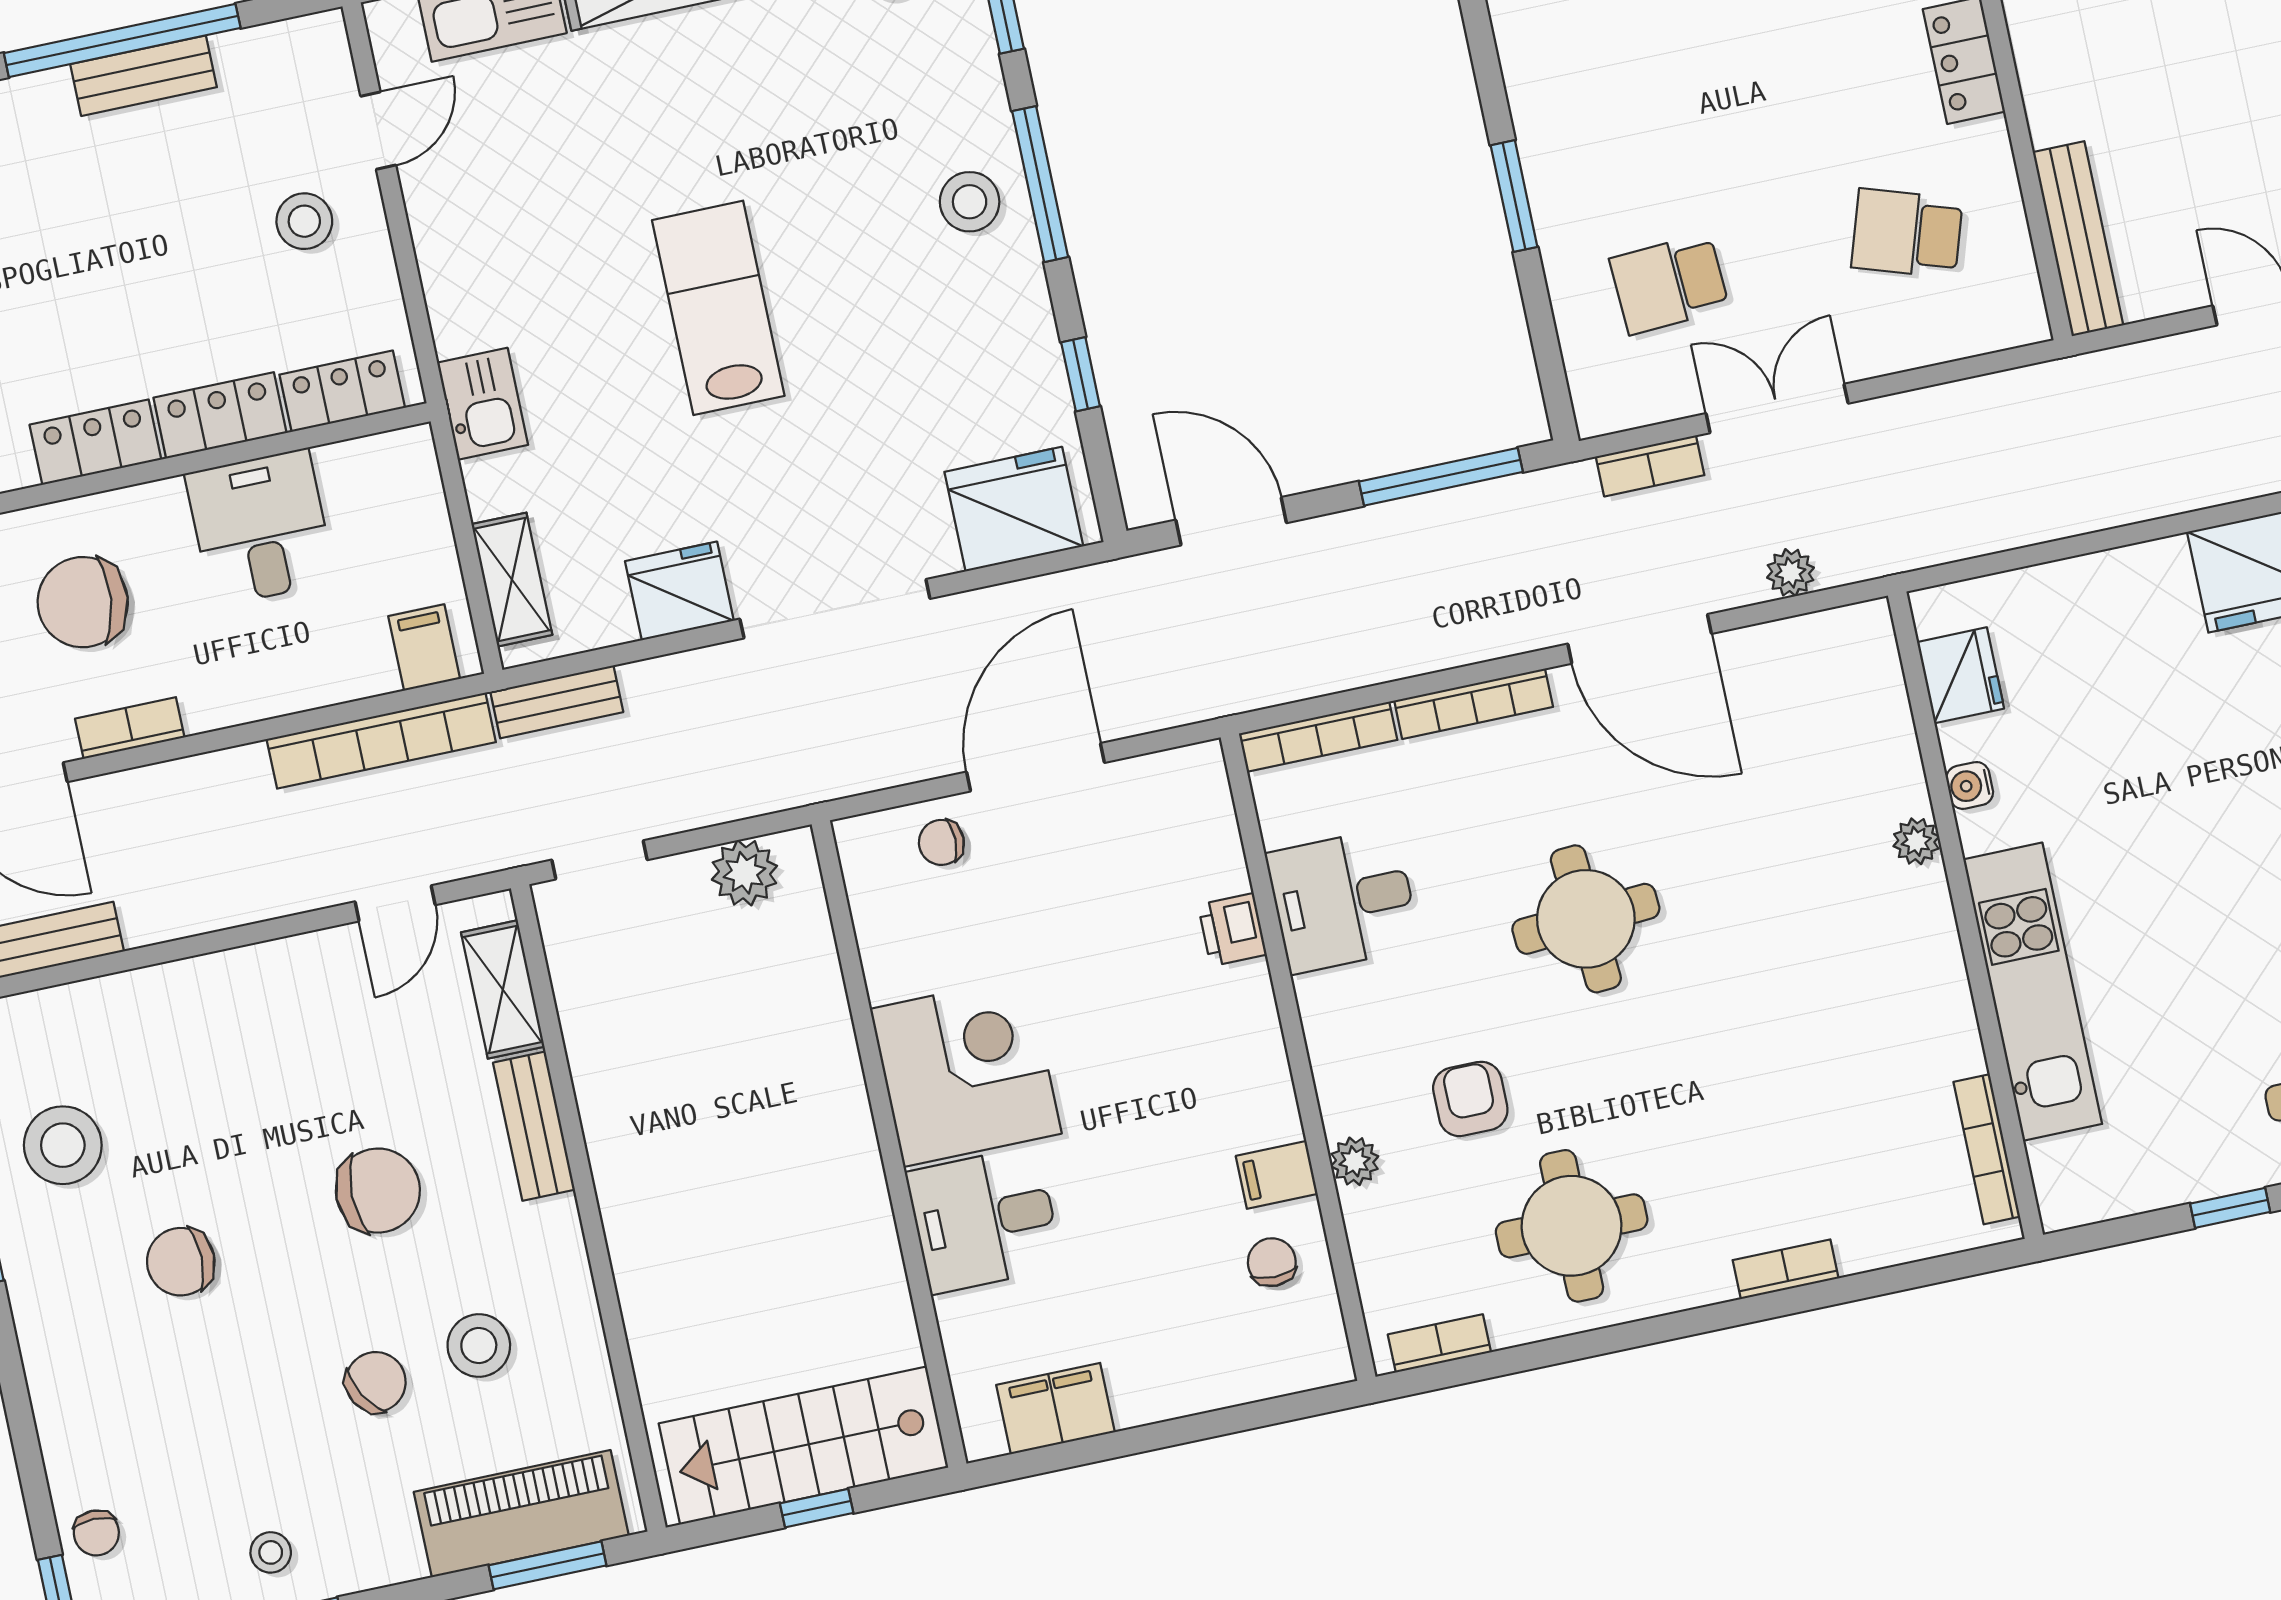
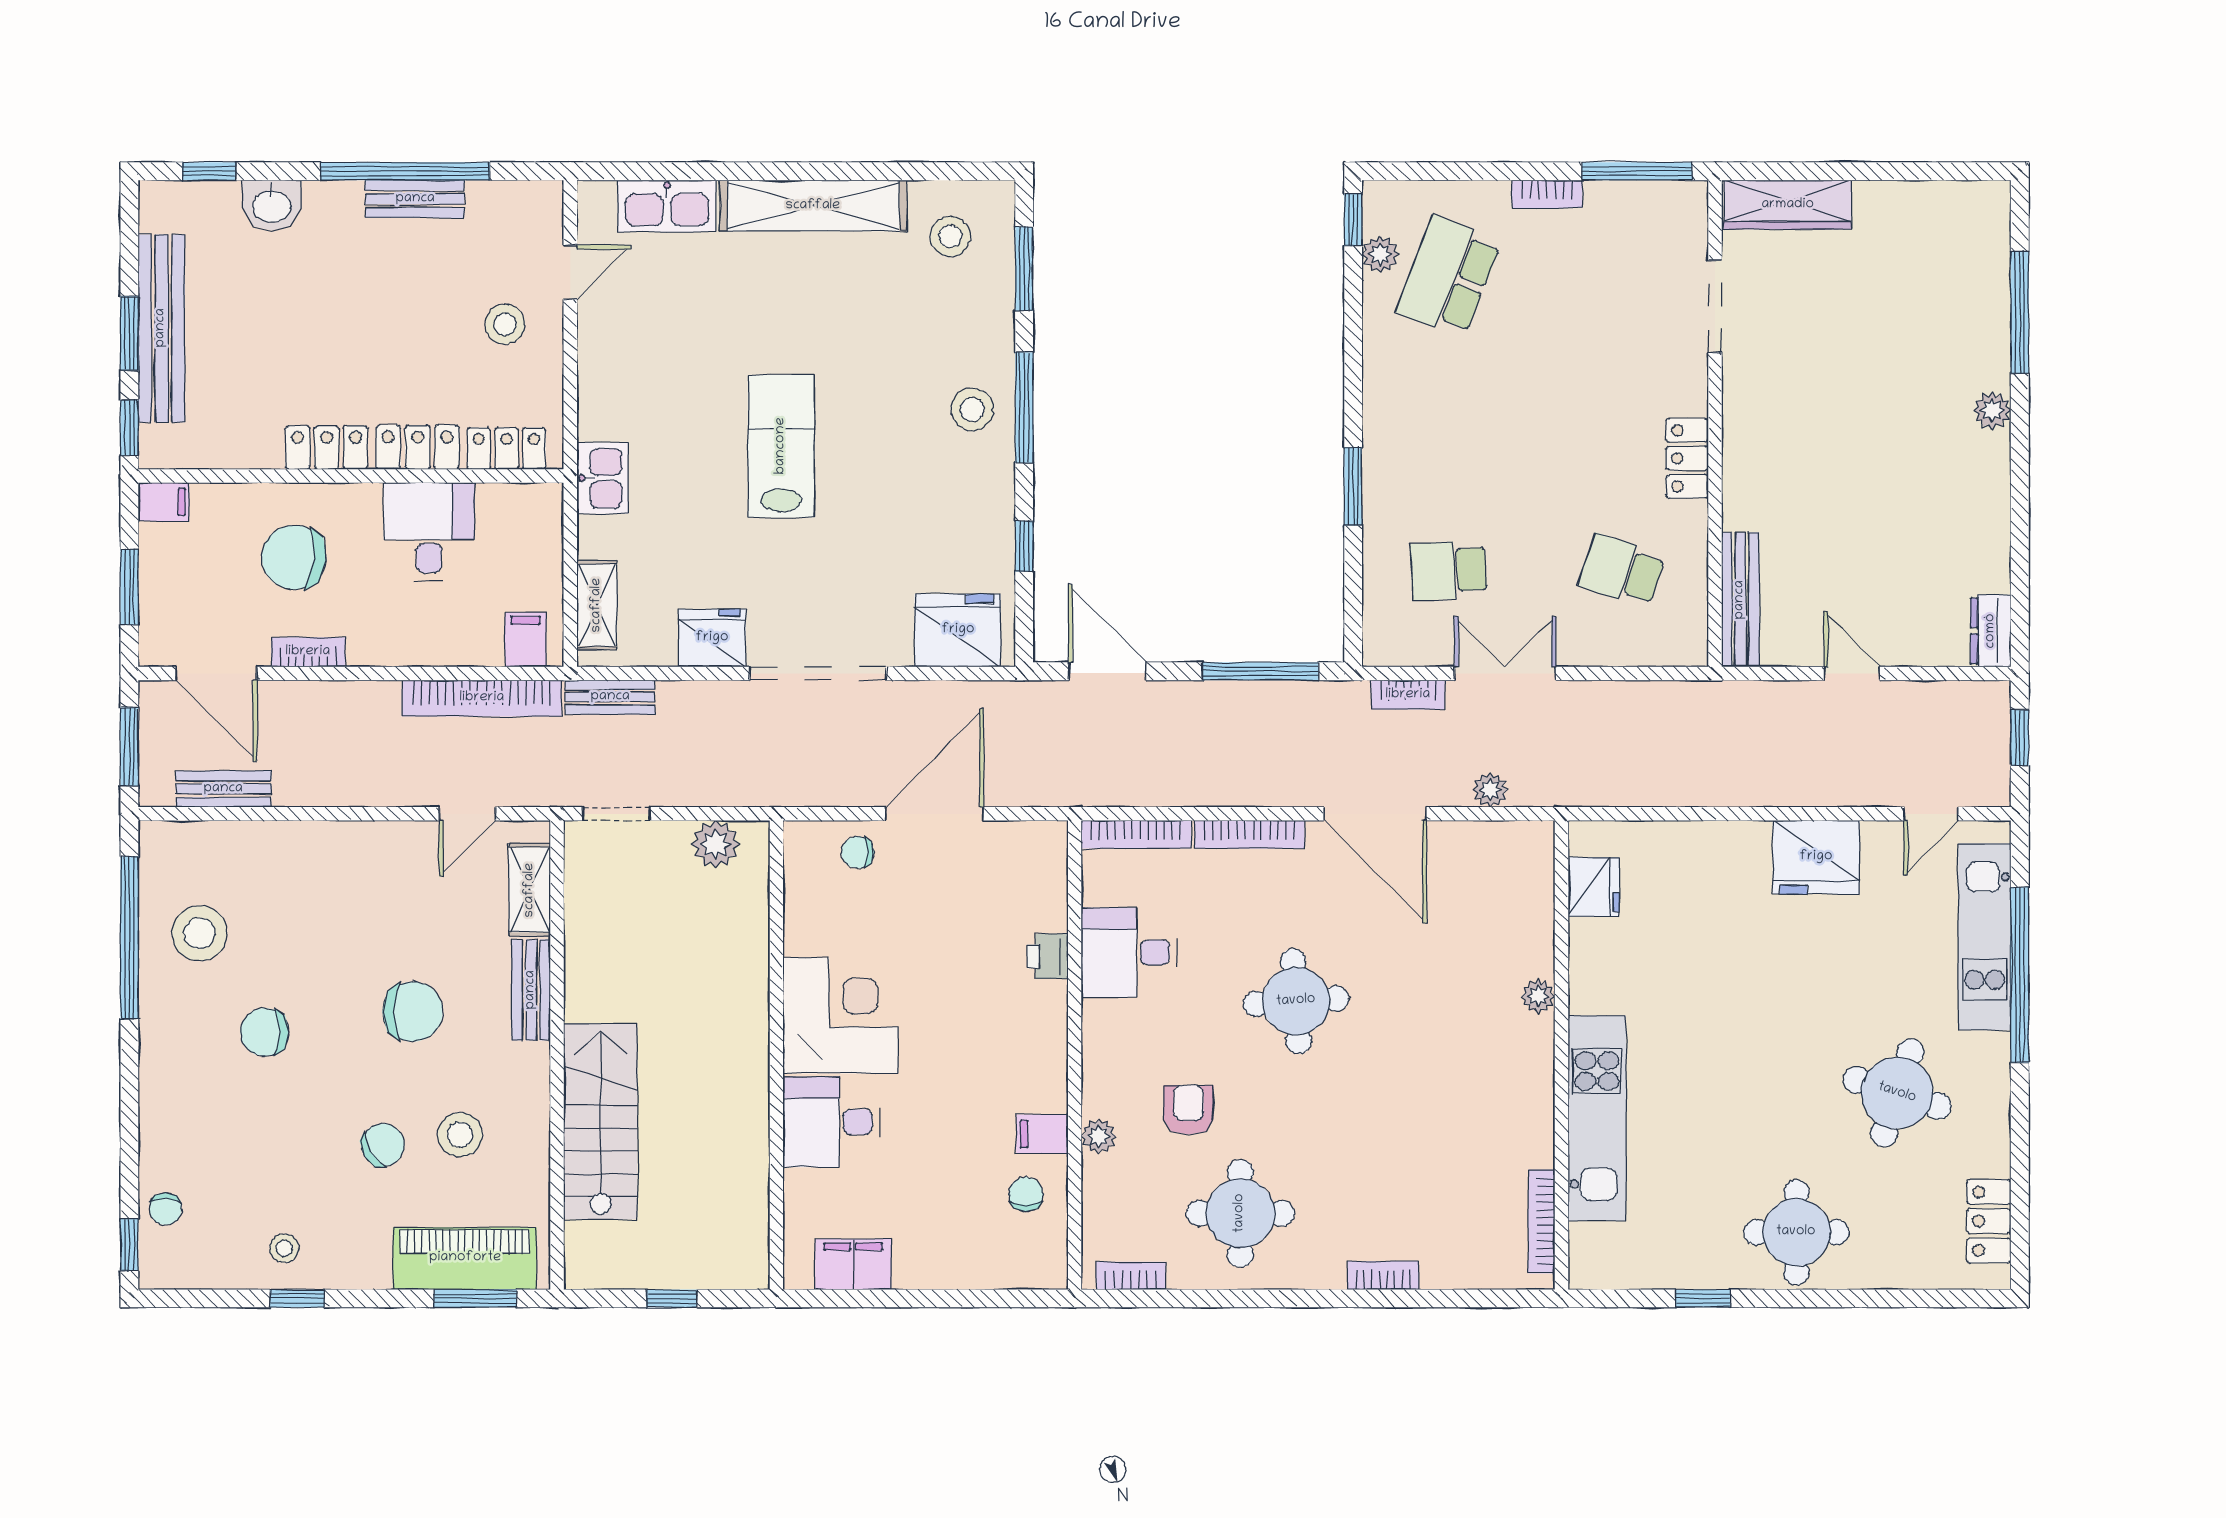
water cooler: (1970, 785) -> (1584, 965), removed
stairs: (803, 1446) -> (601, 1122), moved, turned 90

